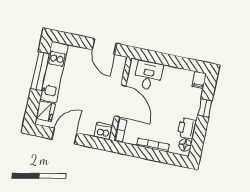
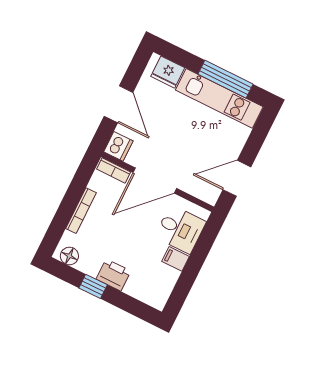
filing cabinet: (199, 80) -> (176, 259), moved
window: (205, 108) -> (93, 286), moved
printer: (187, 128) -> (113, 275), moved
door: (65, 136) -> (119, 104), moved

